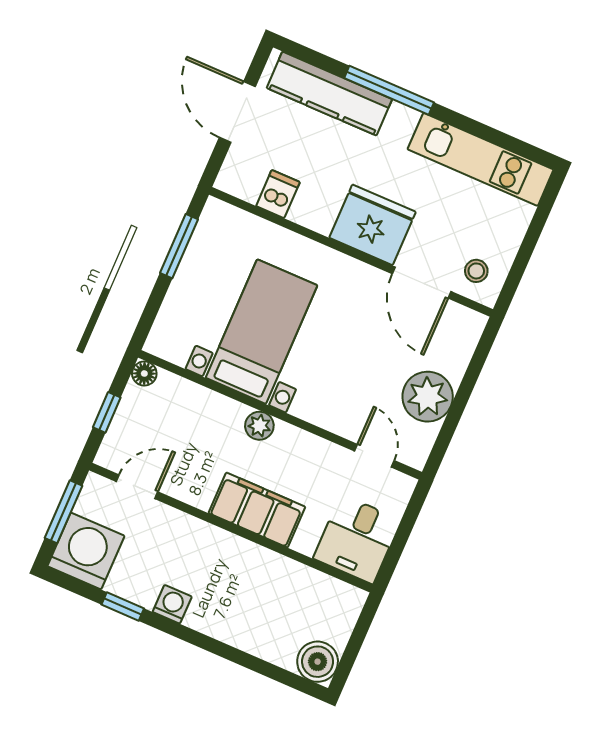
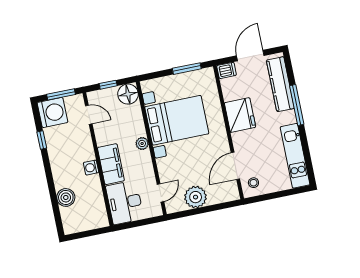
dishwasher: (278, 194) -> (227, 70), moved
fridge: (372, 225) -> (240, 115), moved
bed with nightstands: (261, 332) -> (177, 120), width x1.36
floor lamp: (144, 374) -> (128, 94), width x1.89, depth x1.89
desk: (357, 539) -> (125, 202), width x1.37
washing machine: (172, 604) -> (91, 168), moved, turned 180
boiler: (318, 662) -> (66, 197), moved

